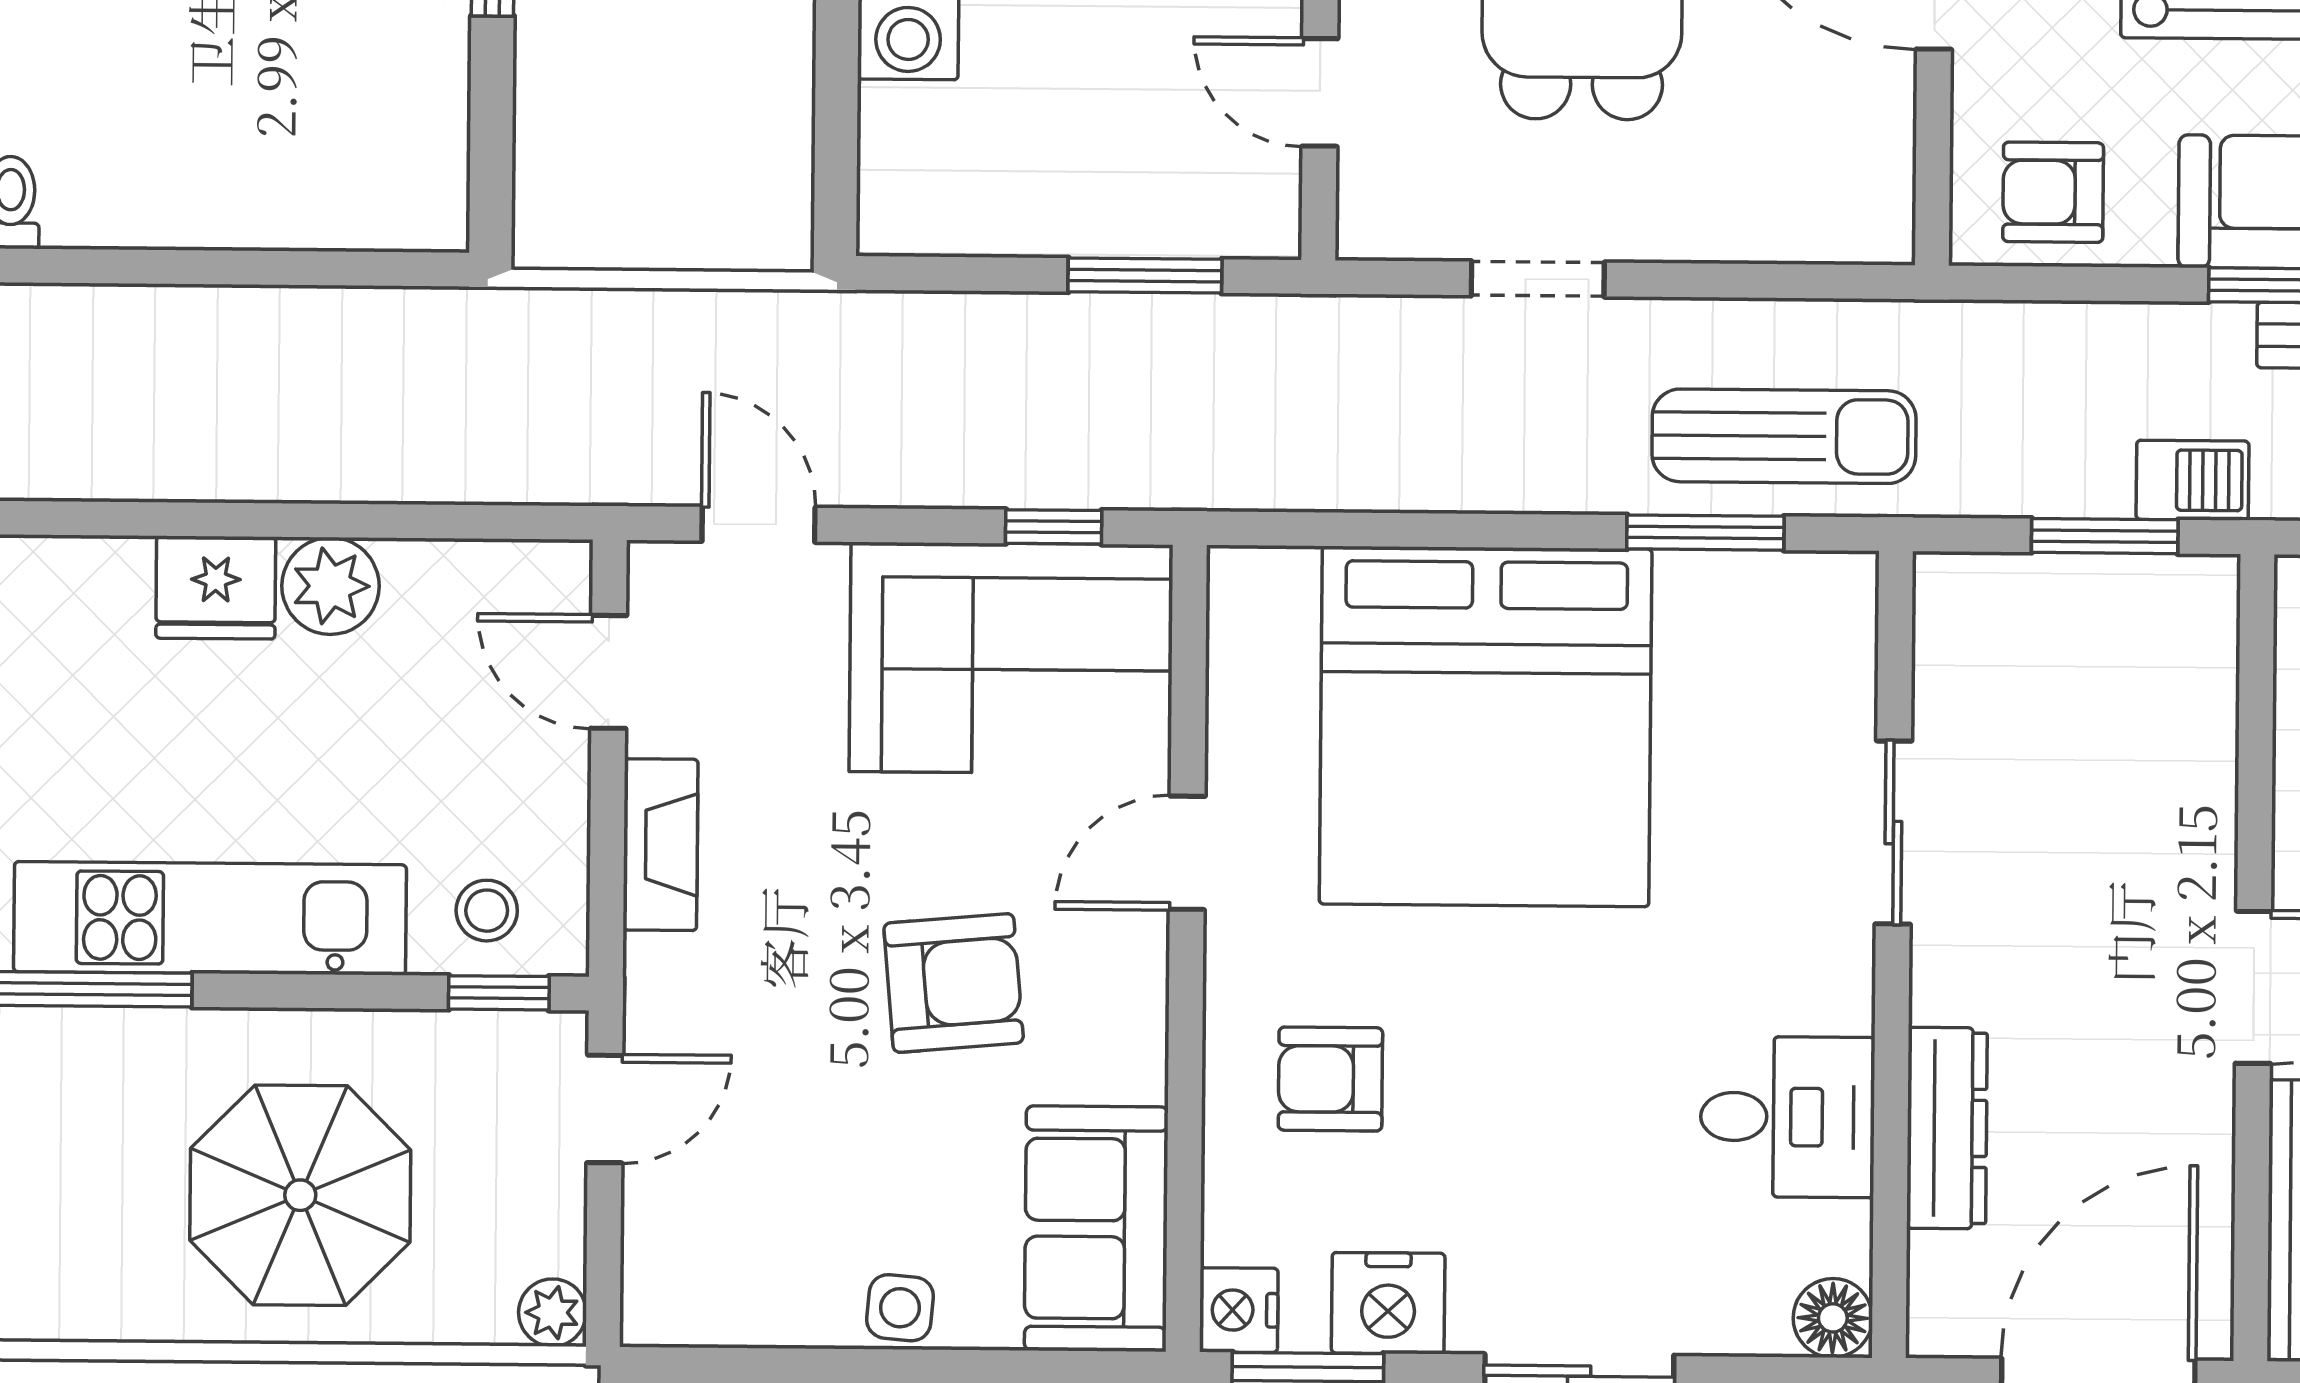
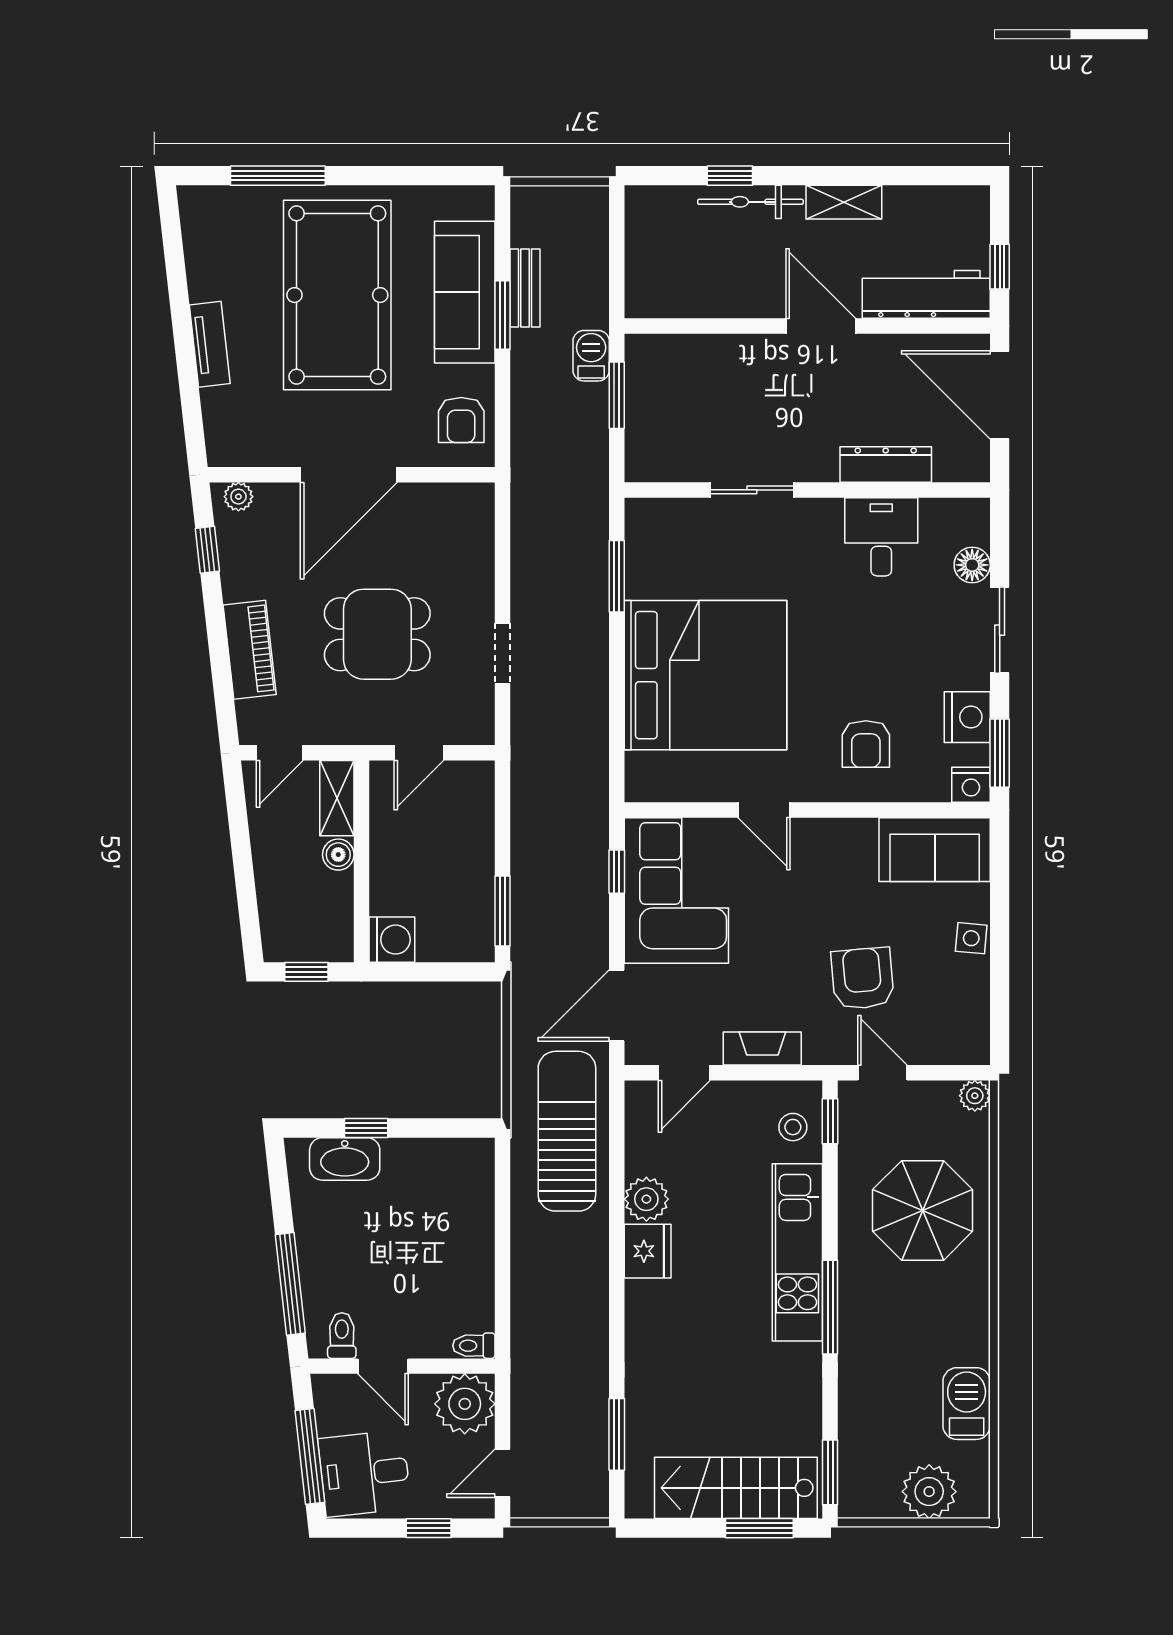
window: (1145, 275) -> (502, 911), moved
sun lounger: (1784, 436) -> (567, 1131), moved, width x1.36, depth x1.34
door: (759, 524) -> (617, 1005), width x1.38
armchair: (954, 983) -> (863, 978), moved
floor lamp: (1833, 1318) -> (972, 565), moved

